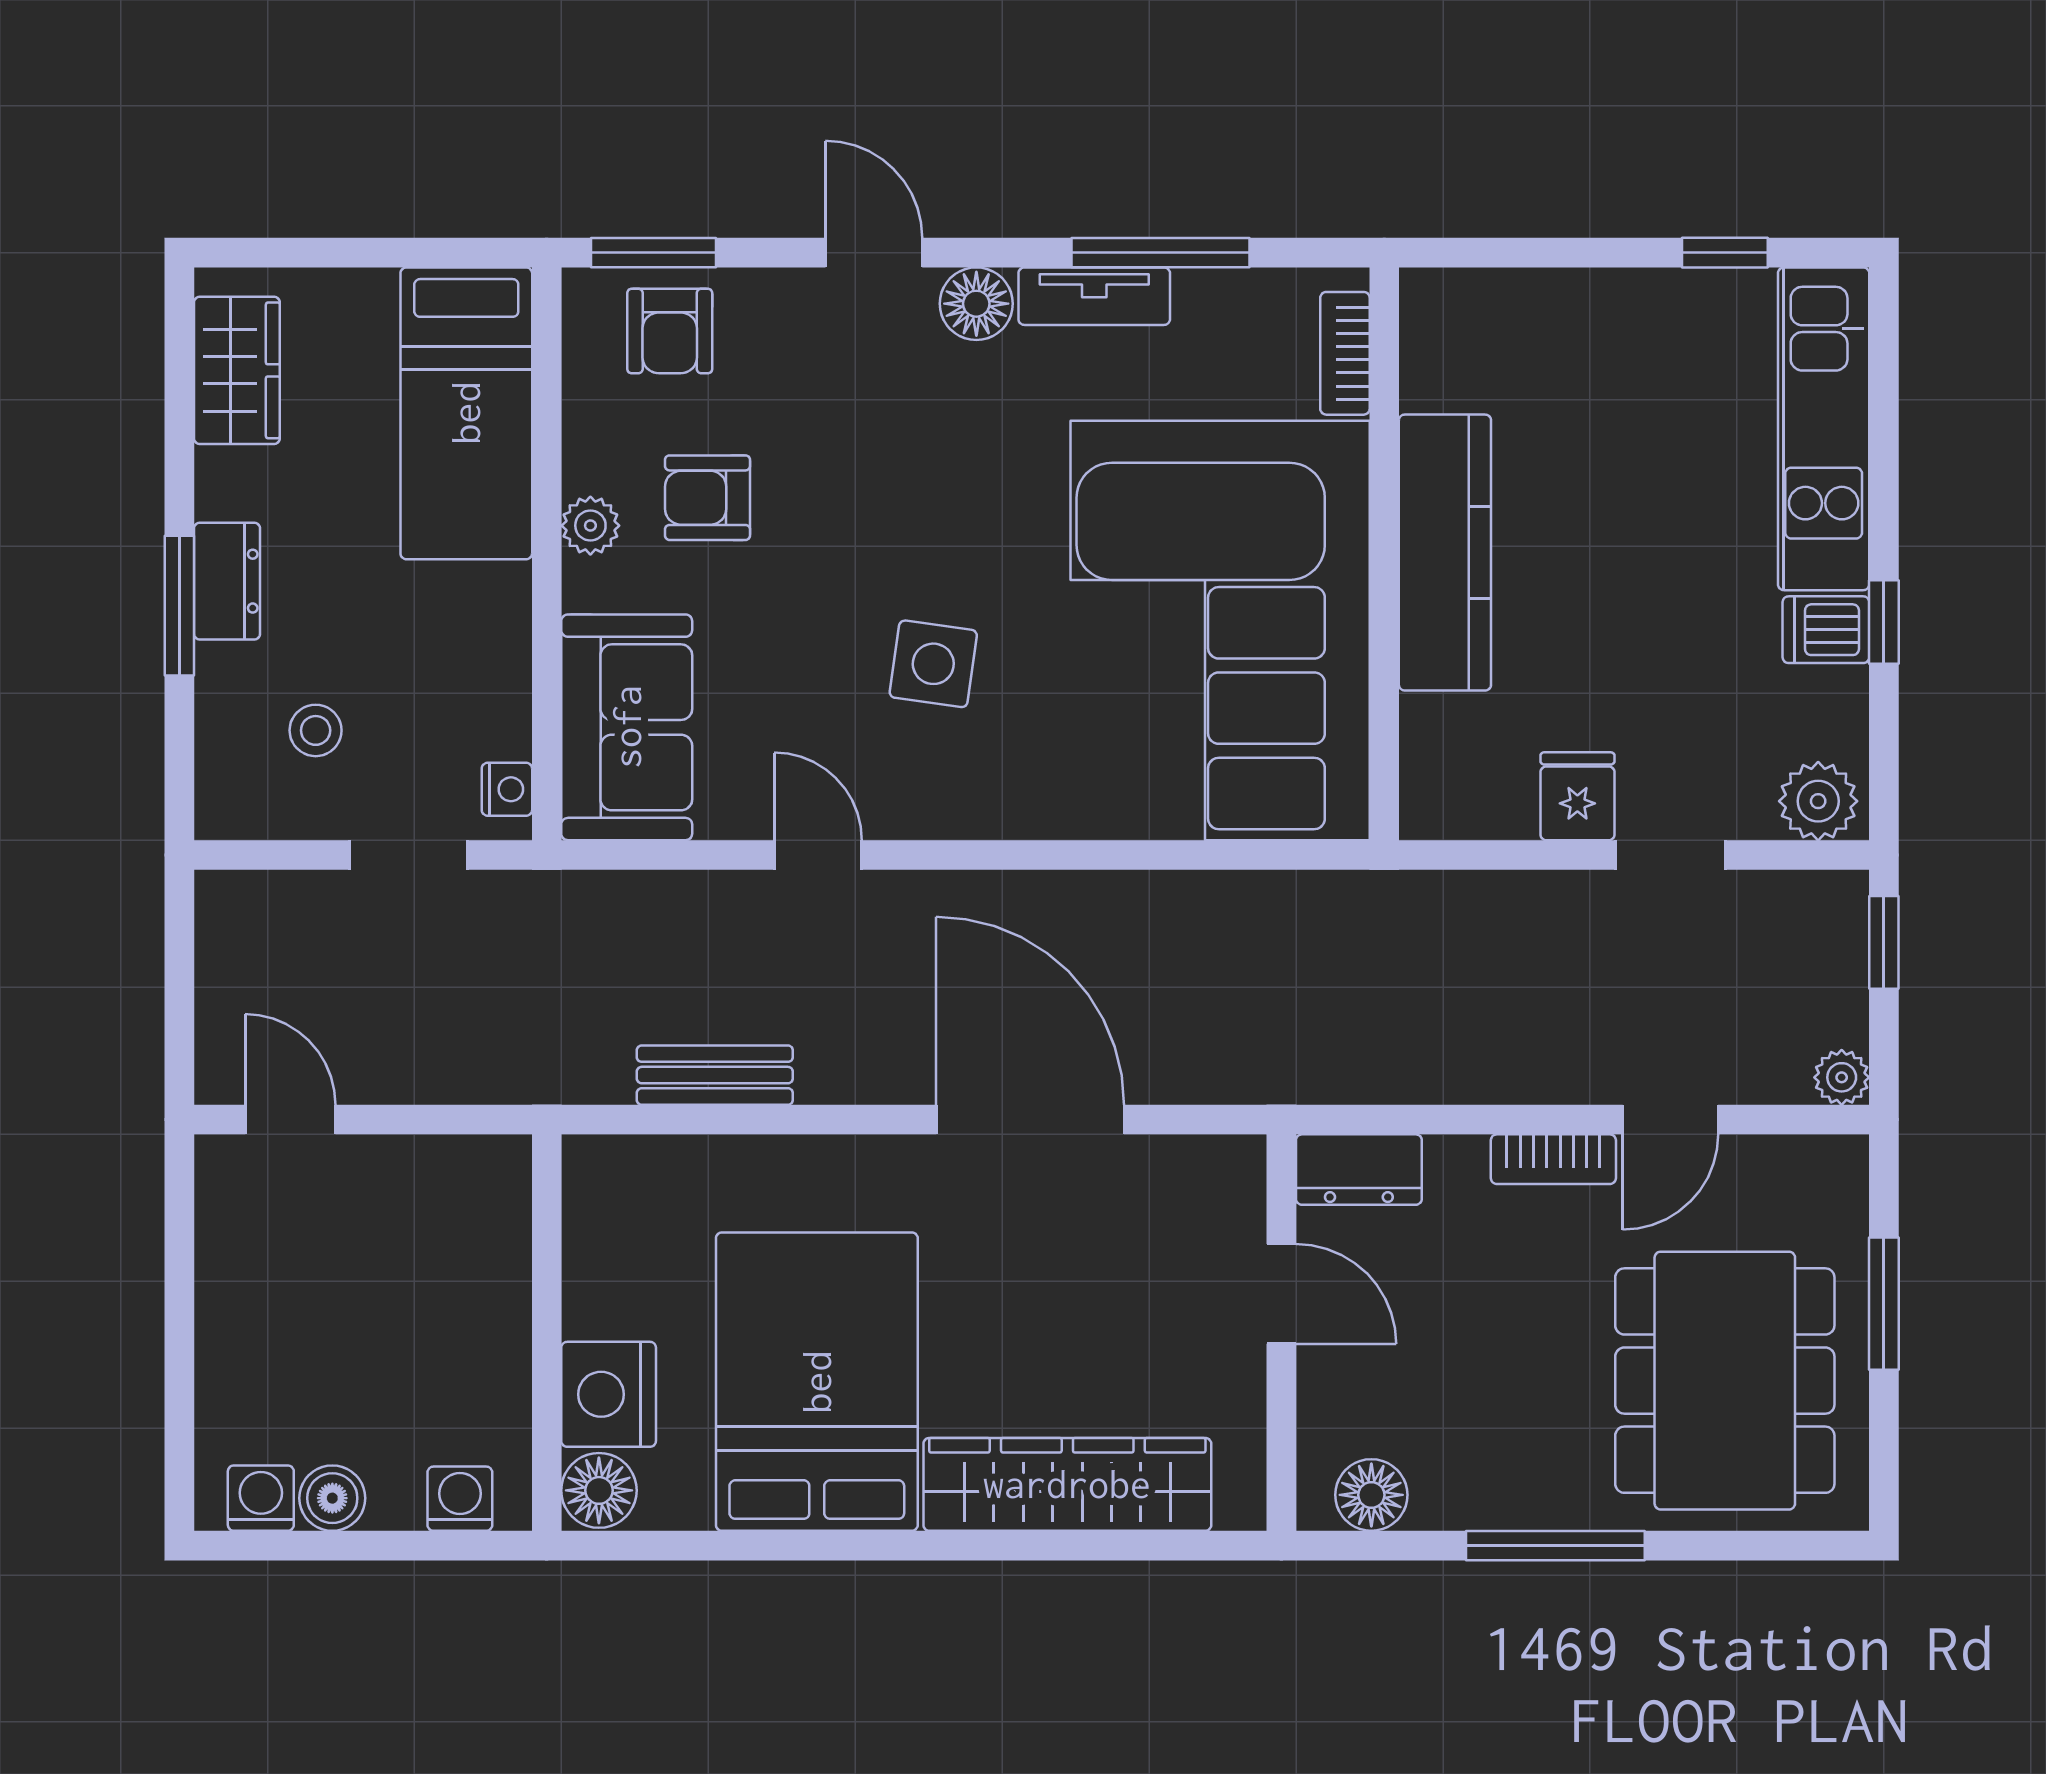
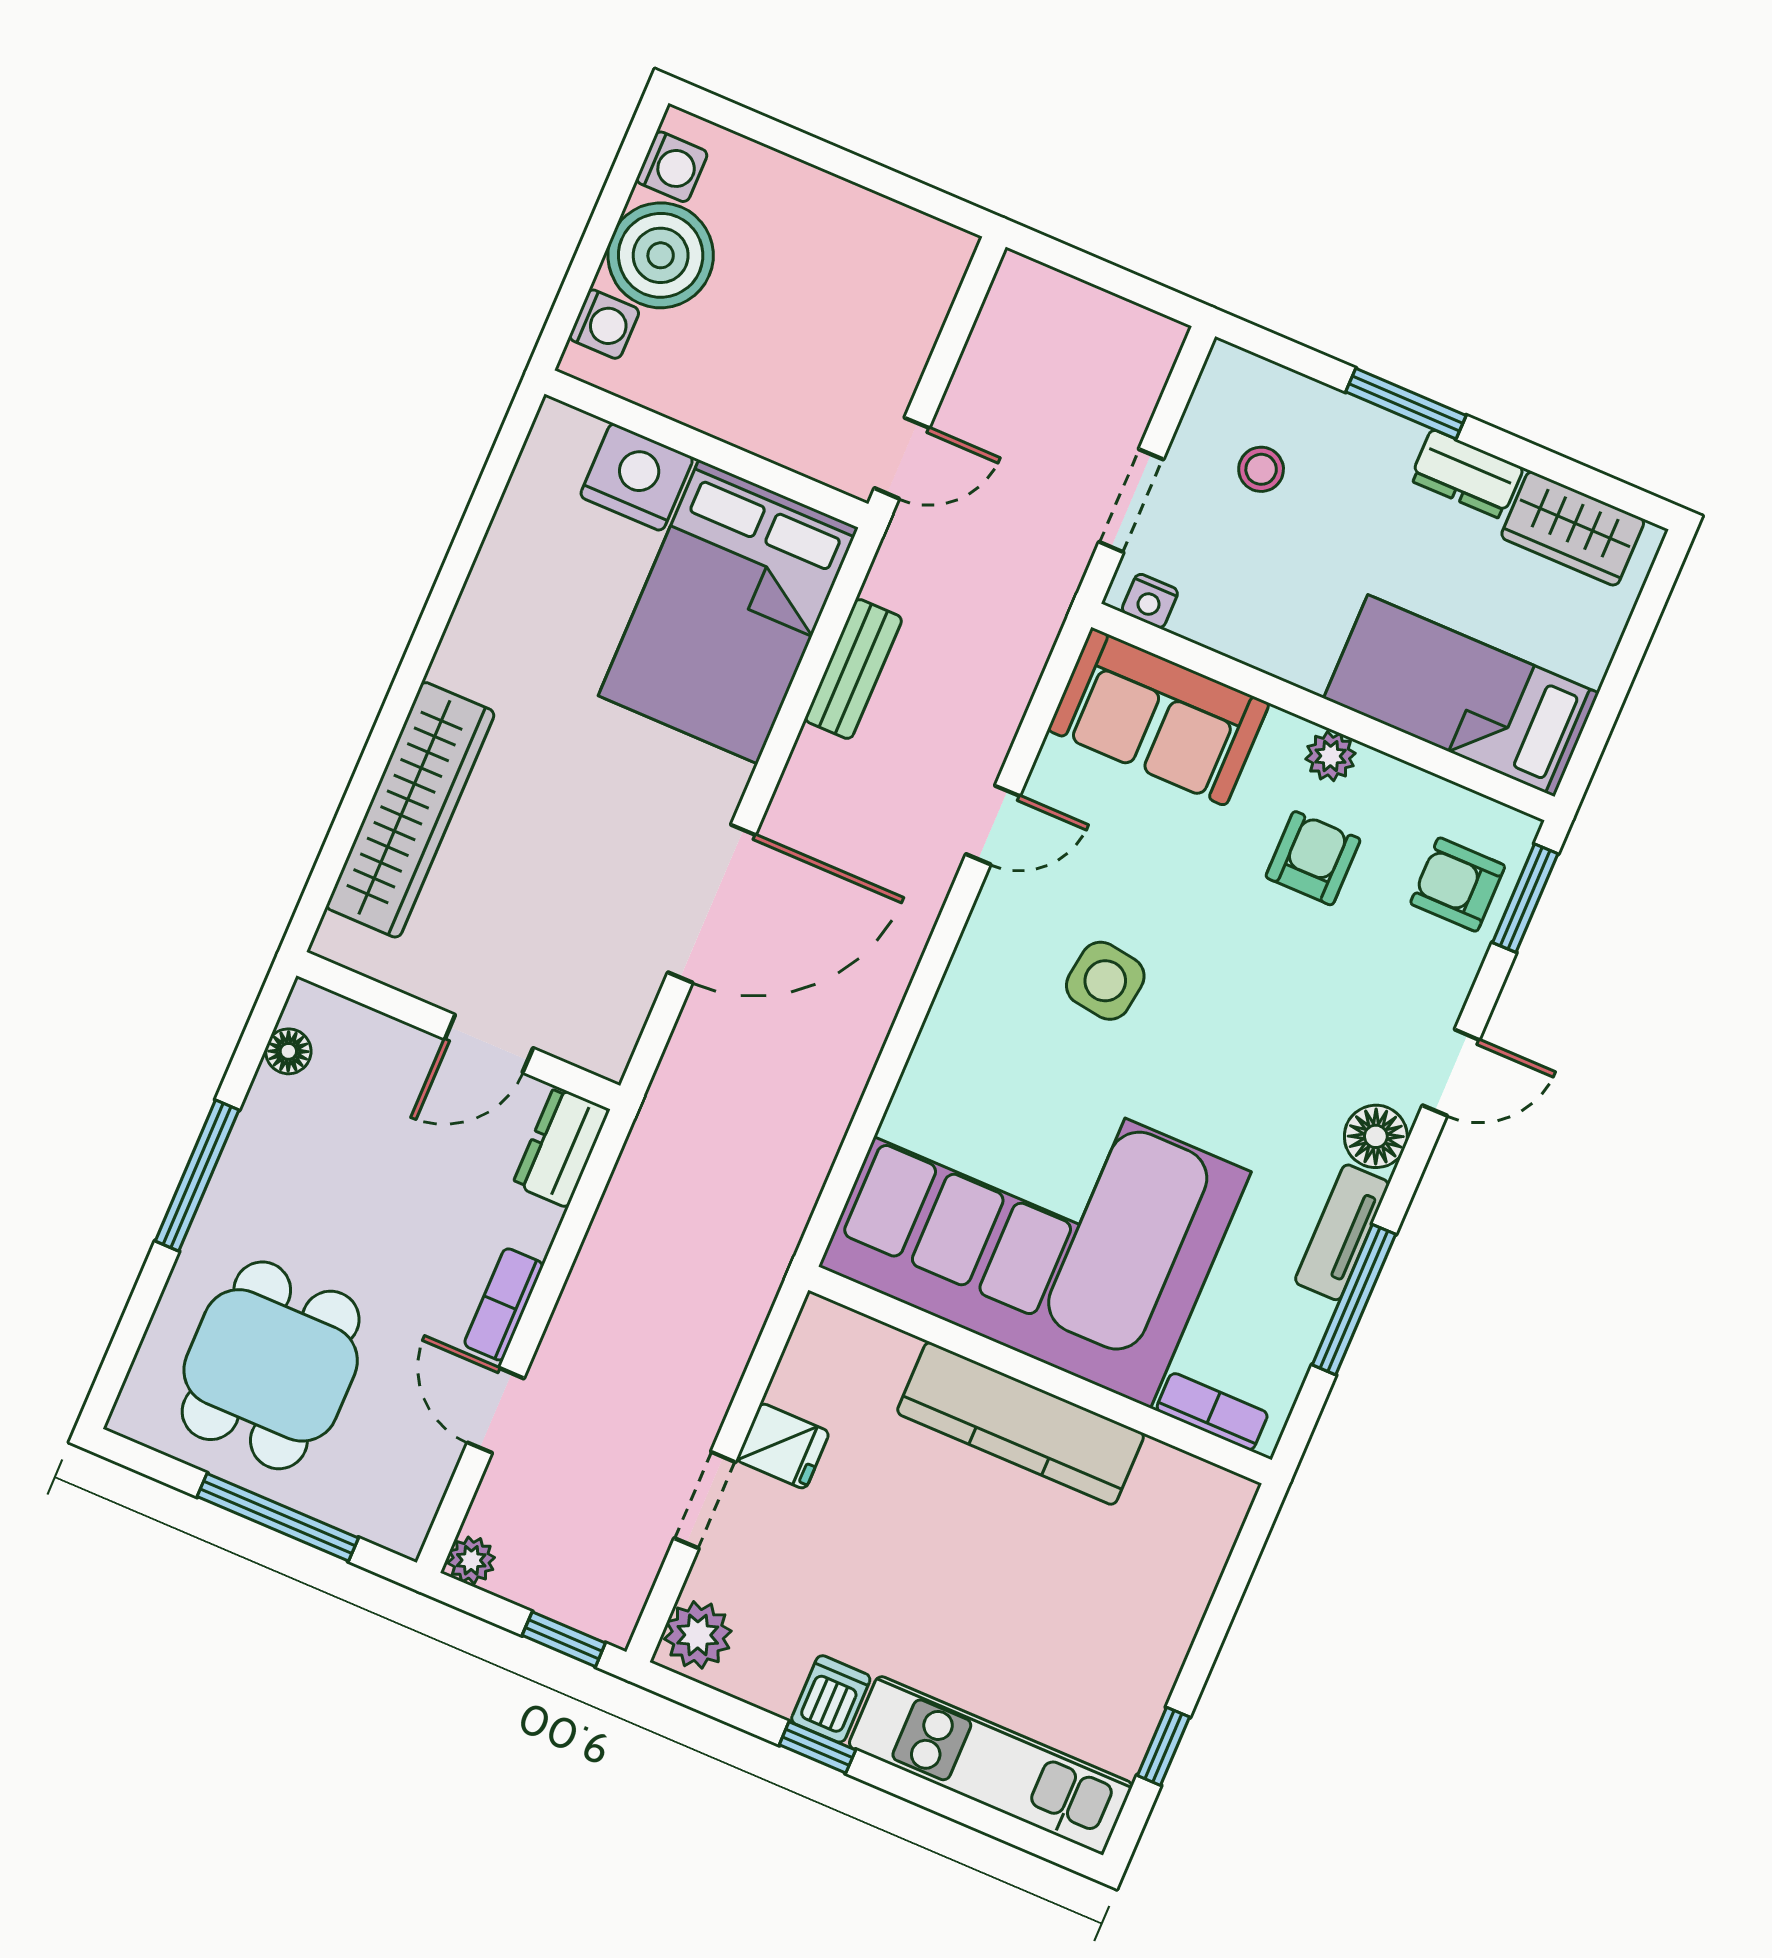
dresser: (227, 581) -> (1467, 474), moved
door: (290, 1120) -> (902, 458), moved
window: (1884, 1304) -> (278, 1517), width x1.44
dining table: (1725, 1381) -> (271, 1365), width x0.73
bed: (817, 1382) -> (728, 612), moved, turned 90
floor lamp: (599, 1490) -> (564, 437), removed
floor lamp: (1371, 1495) -> (288, 1051), width x0.73, depth x0.73
boiler: (332, 1498) -> (661, 255), width x1.86, depth x1.86

